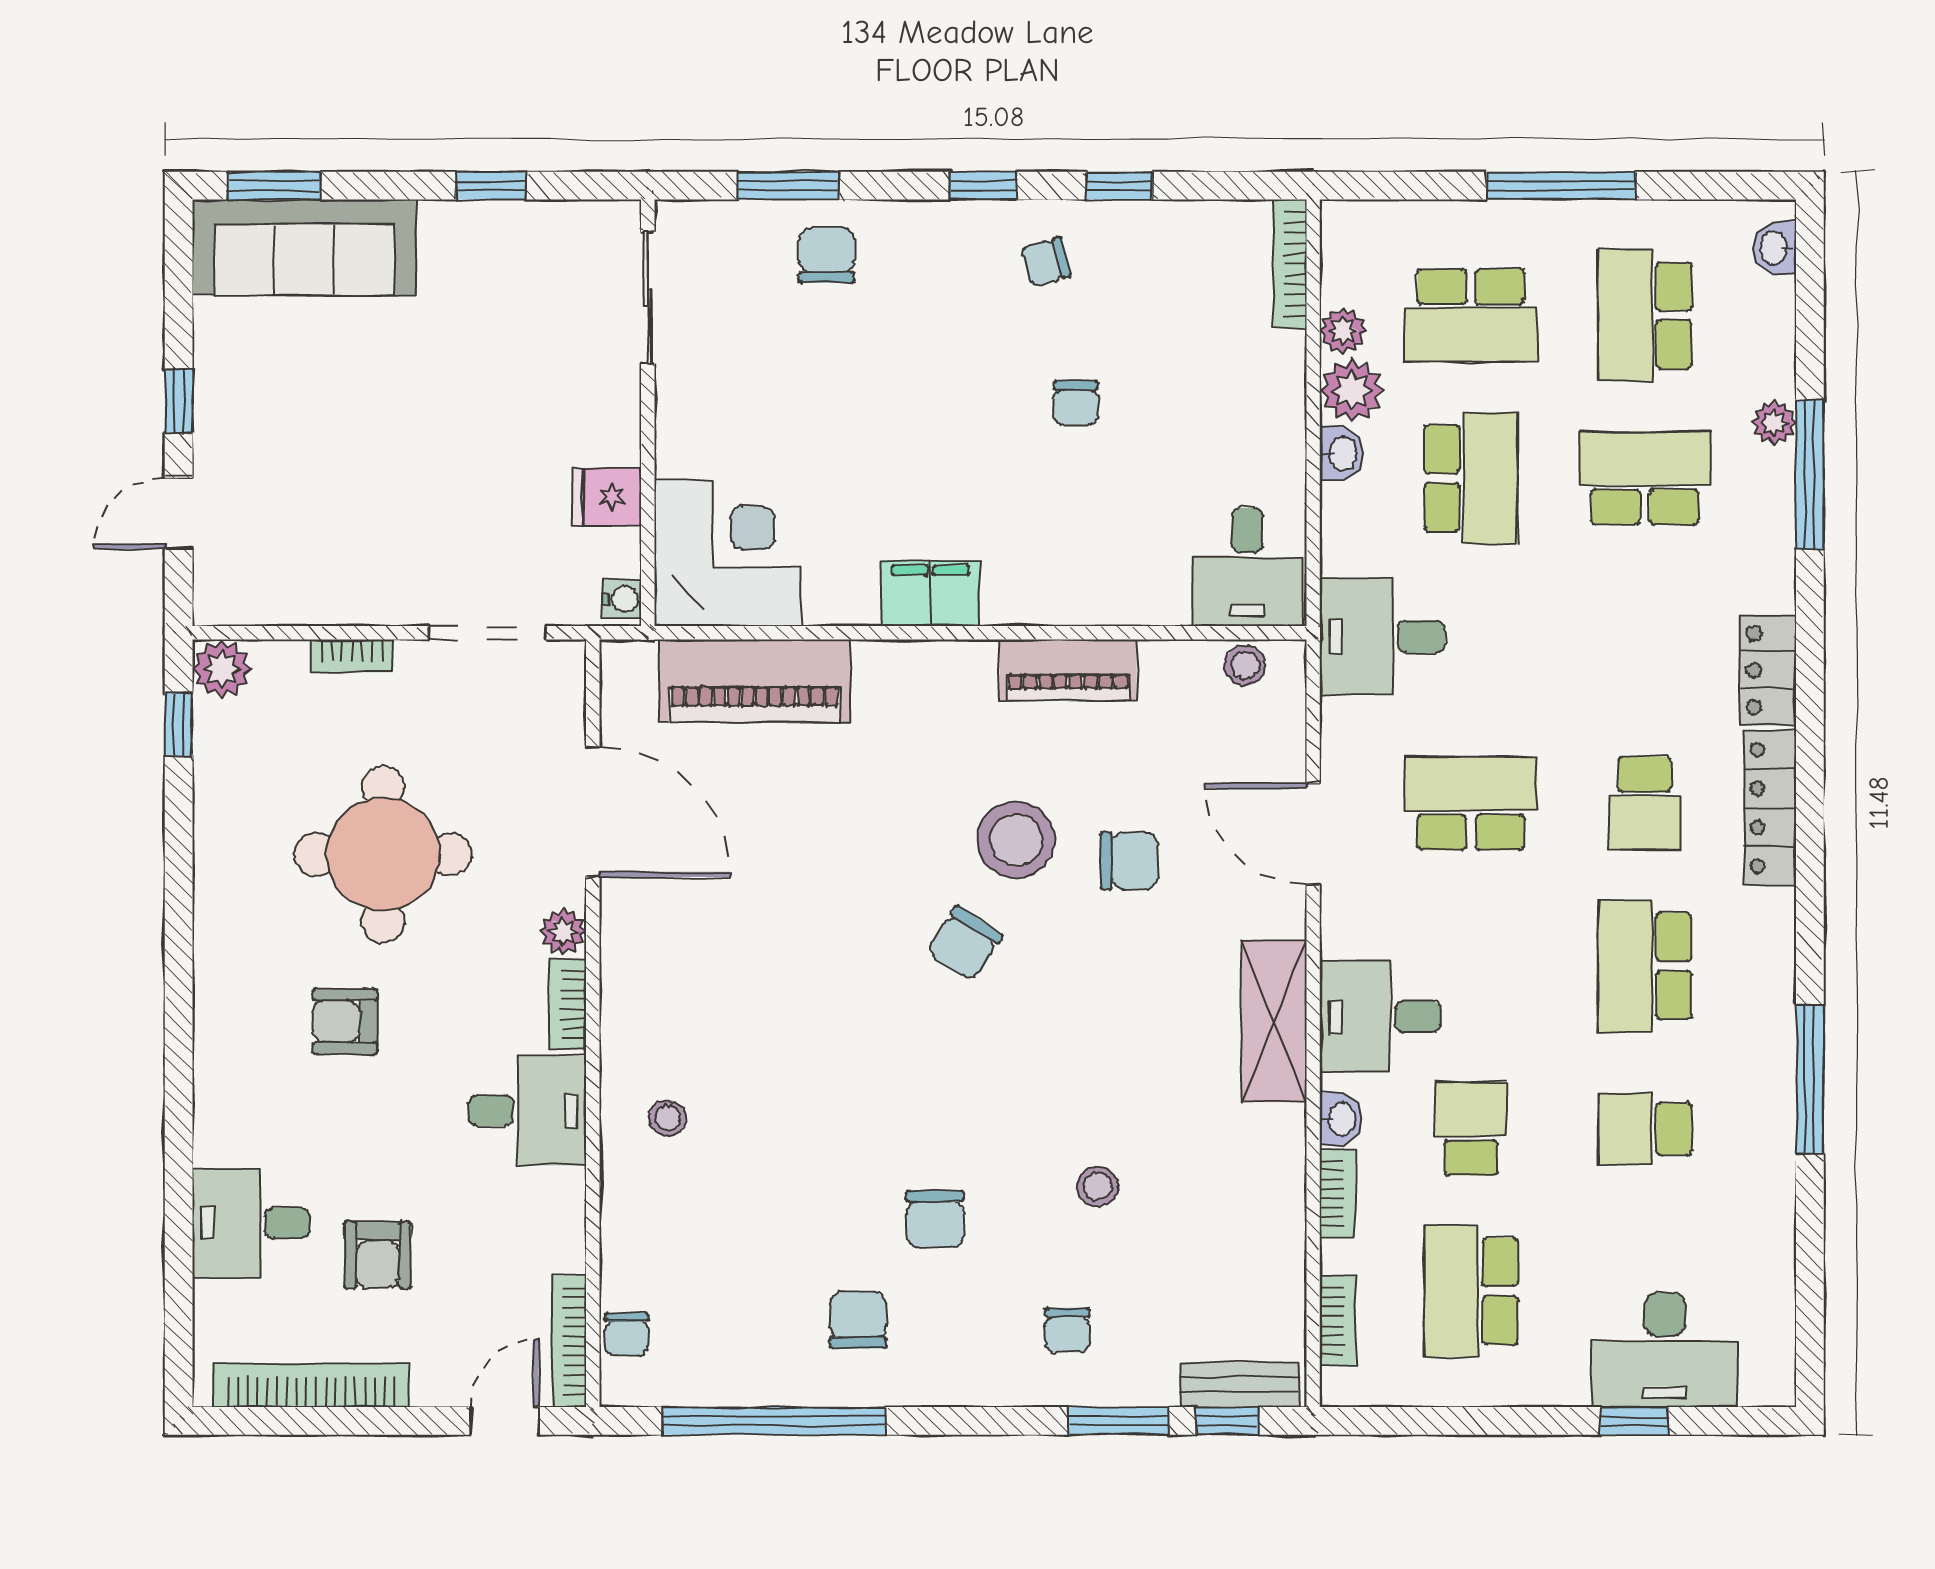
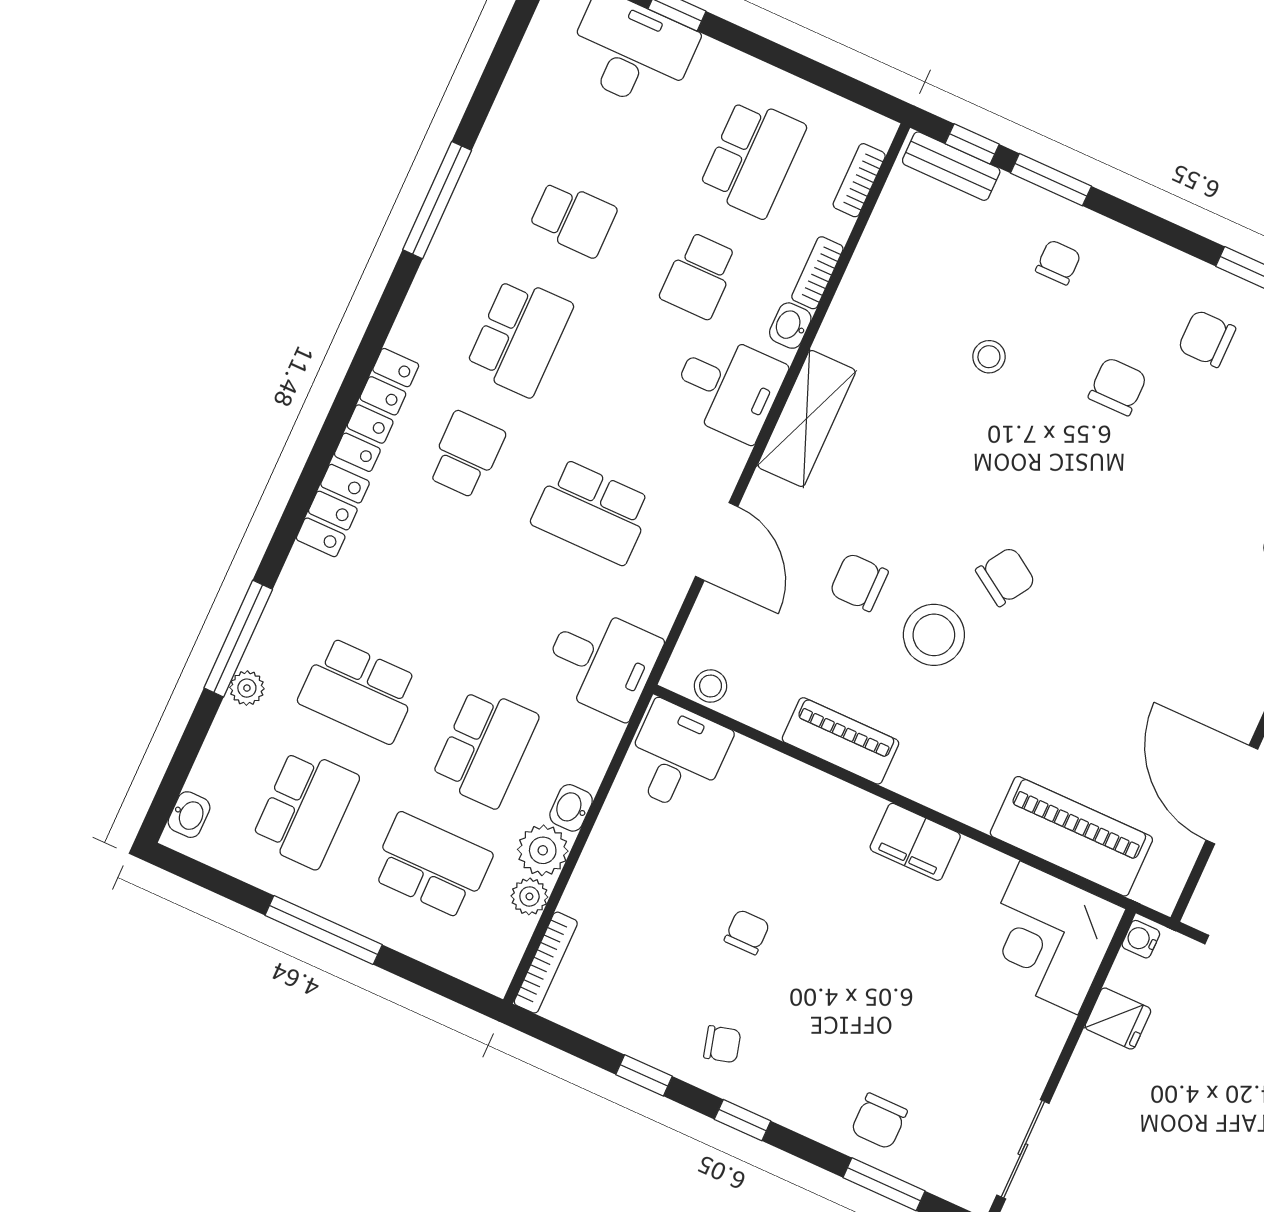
school desk: (1471, 478) -> (485, 748), turned 180
chair: (858, 1320) -> (1207, 339), turned 90

